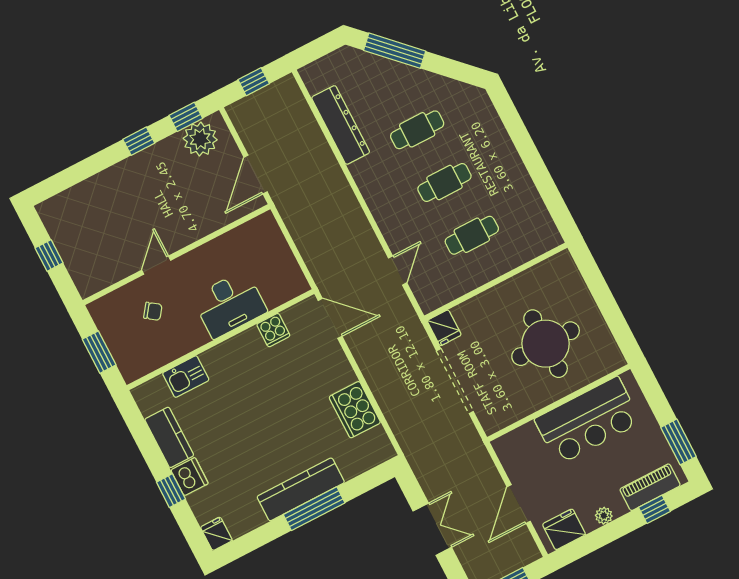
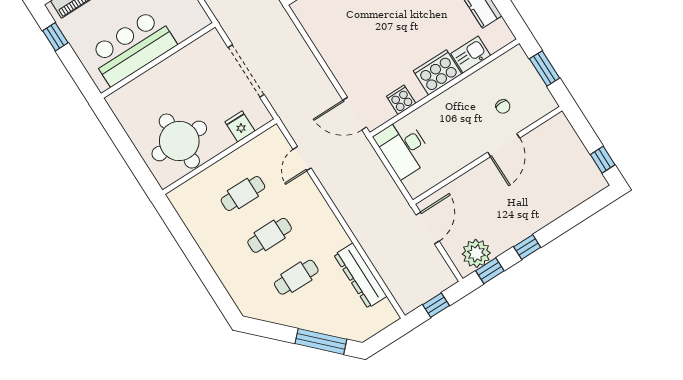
window: (49, 255) -> (603, 160), moved
door: (156, 265) -> (504, 145), width x1.38
desk: (229, 304) -> (403, 148), moved, turned -90
chair: (153, 311) -> (503, 106), turned -126
fridge: (444, 328) -> (240, 126), moved
round table: (546, 344) -> (179, 141), moved
cooker: (355, 410) -> (438, 72), moved, turned -90
window: (678, 442) -> (55, 37), width x0.67

